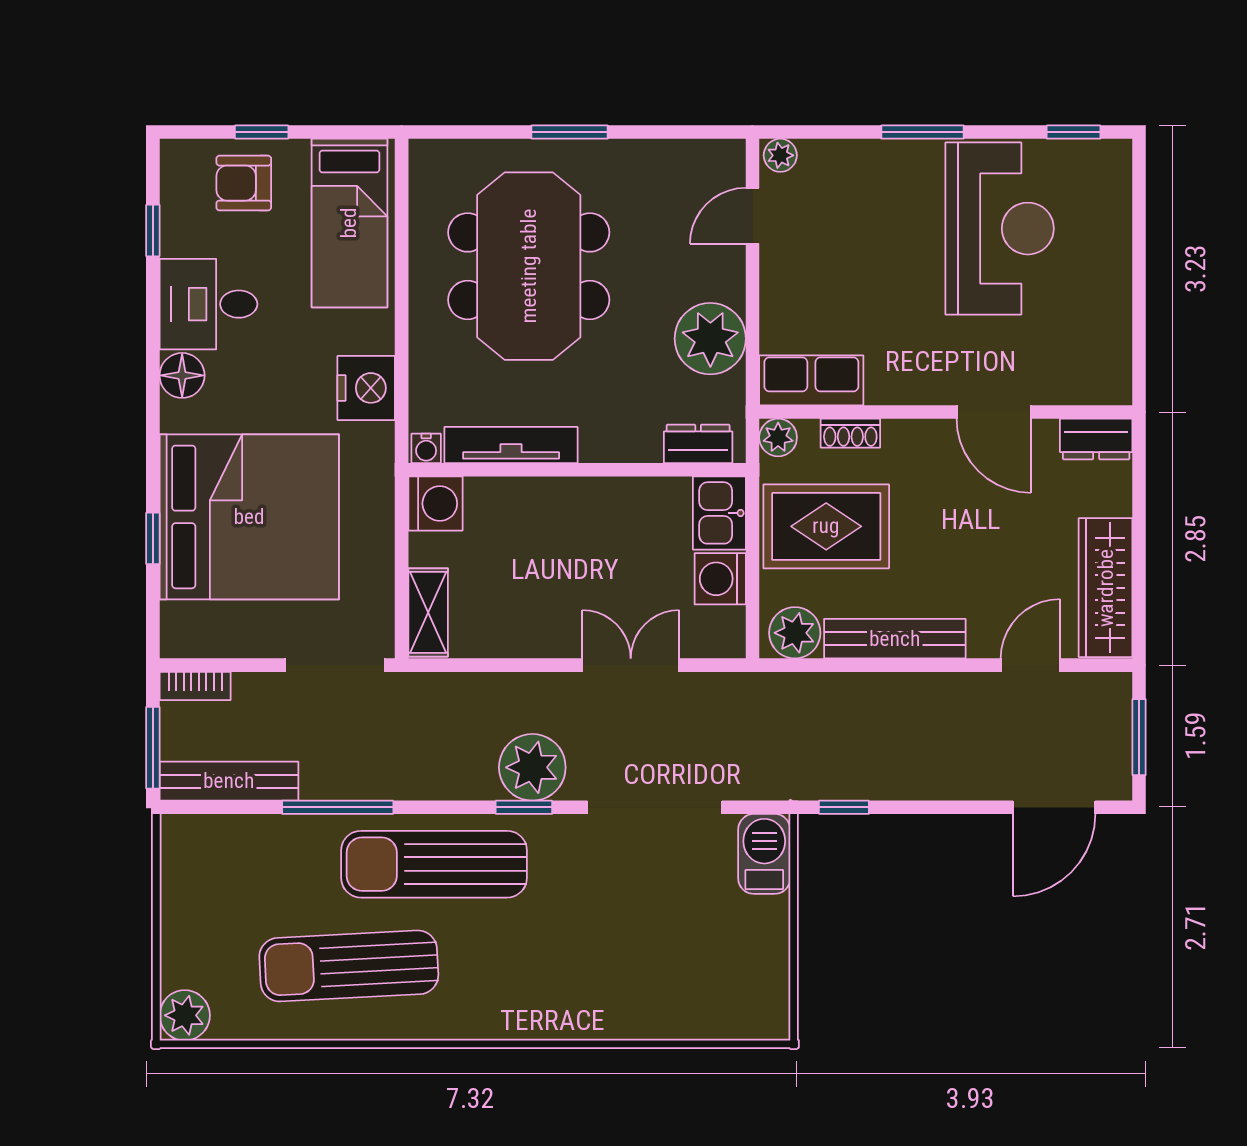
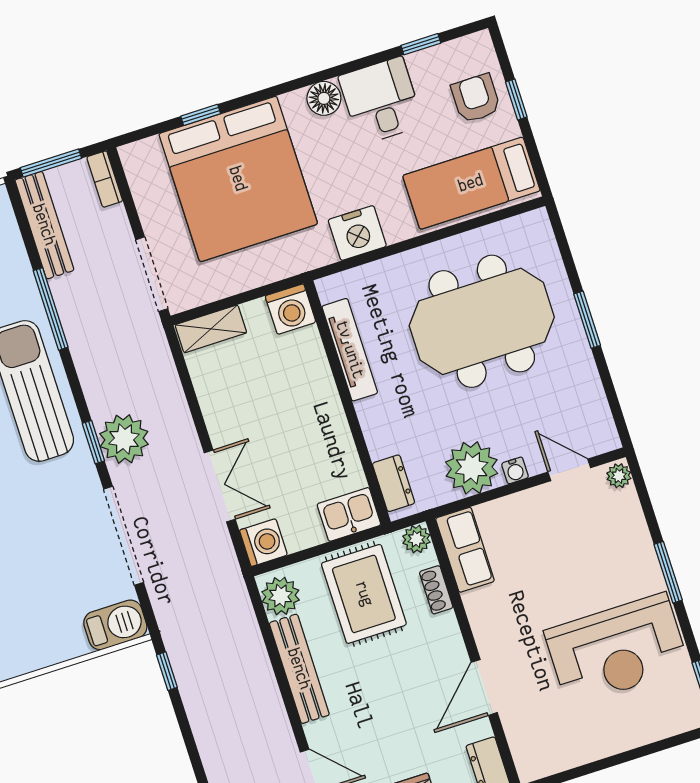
water cooler: (426, 448) -> (515, 470), moved, turned -90
washing machine: (720, 579) -> (263, 543), moved, turned 90

